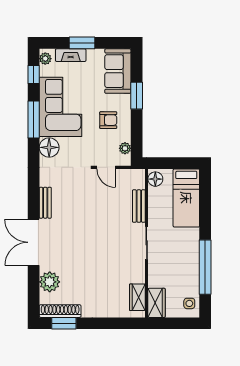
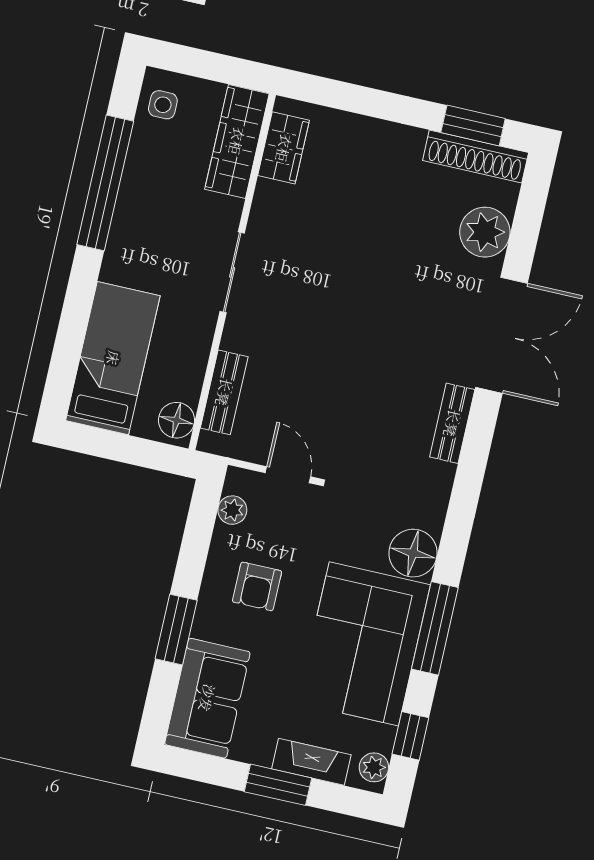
armchair: (108, 120) -> (257, 586), turned -90
bench: (139, 206) -> (224, 392), moved
wardrobe: (157, 303) -> (237, 141), width x1.50

